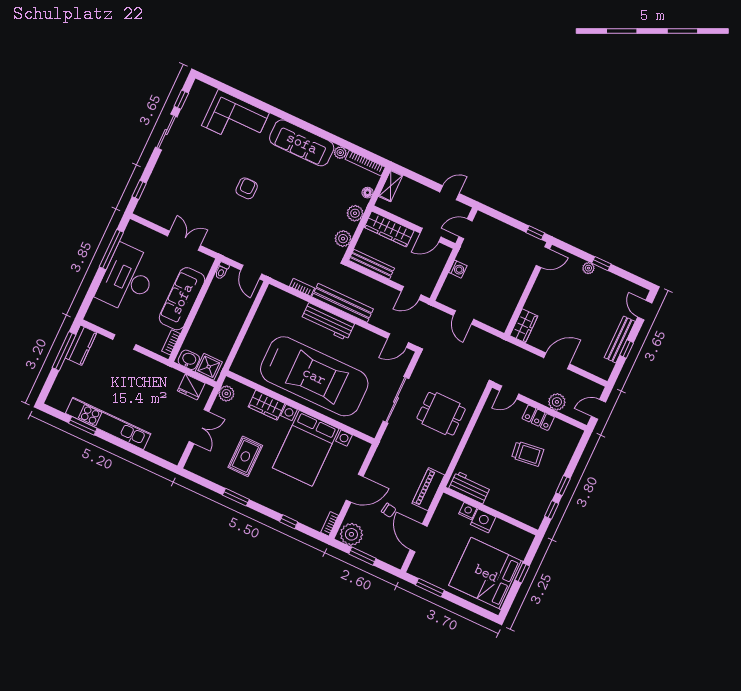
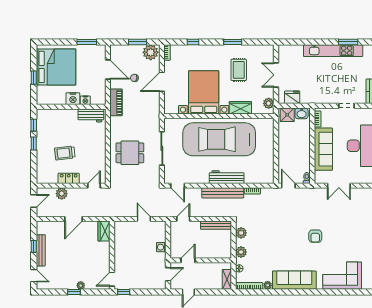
wardrobe: (389, 229) -> (215, 252), removed
door: (398, 341) -> (178, 186), swing flipped

